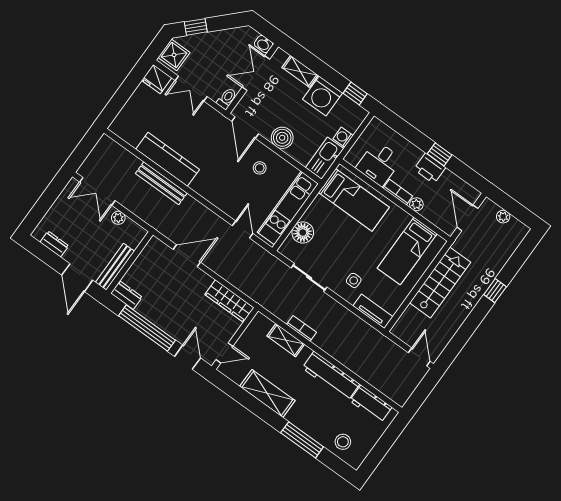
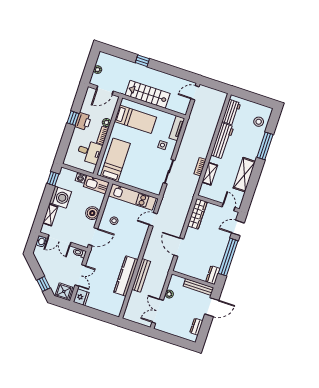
double door: (97, 191) -> (158, 311), swing flipped
floor lamp: (303, 232) -> (144, 184), removed

